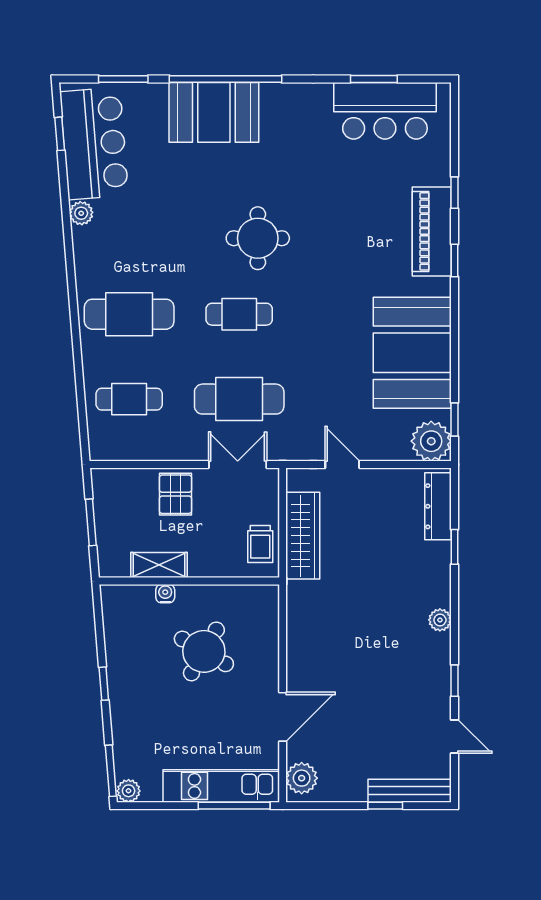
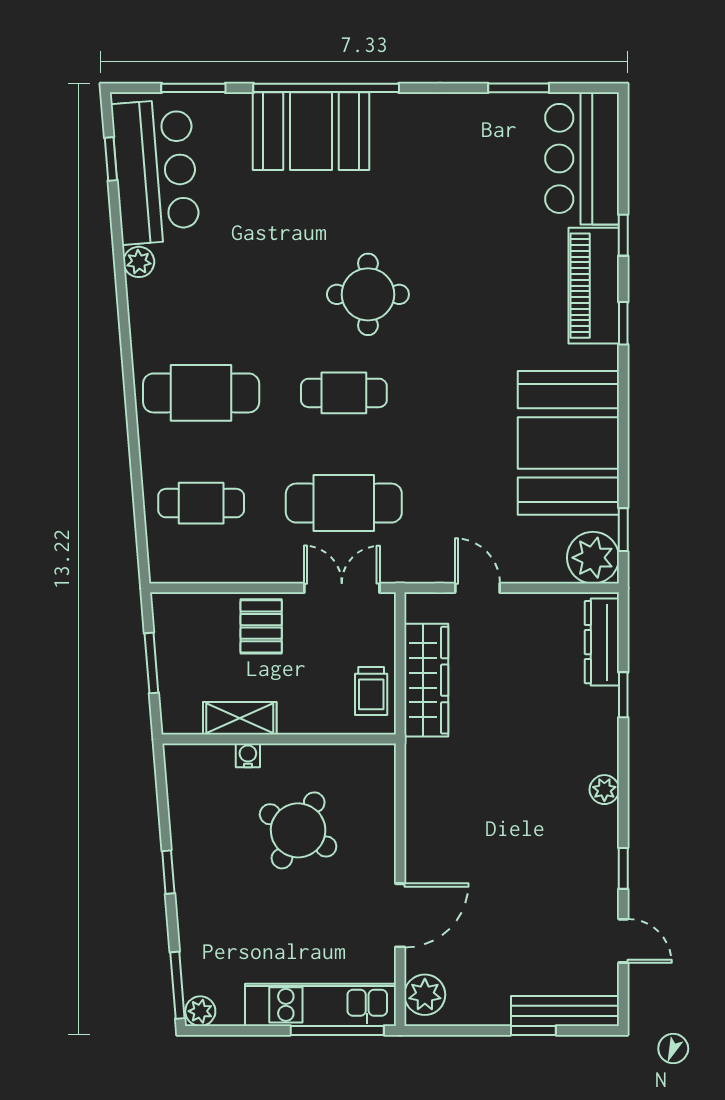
bar counter: (385, 111) -> (582, 158), moved, turned 90

